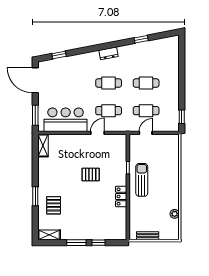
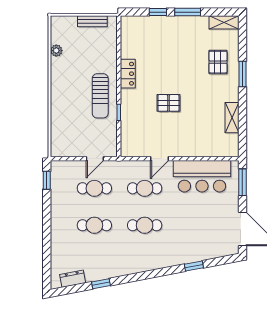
dresser: (108, 53) -> (73, 279), moved
window: (59, 55) -> (194, 266), moved
shelving: (43, 146) -> (232, 118), moved

